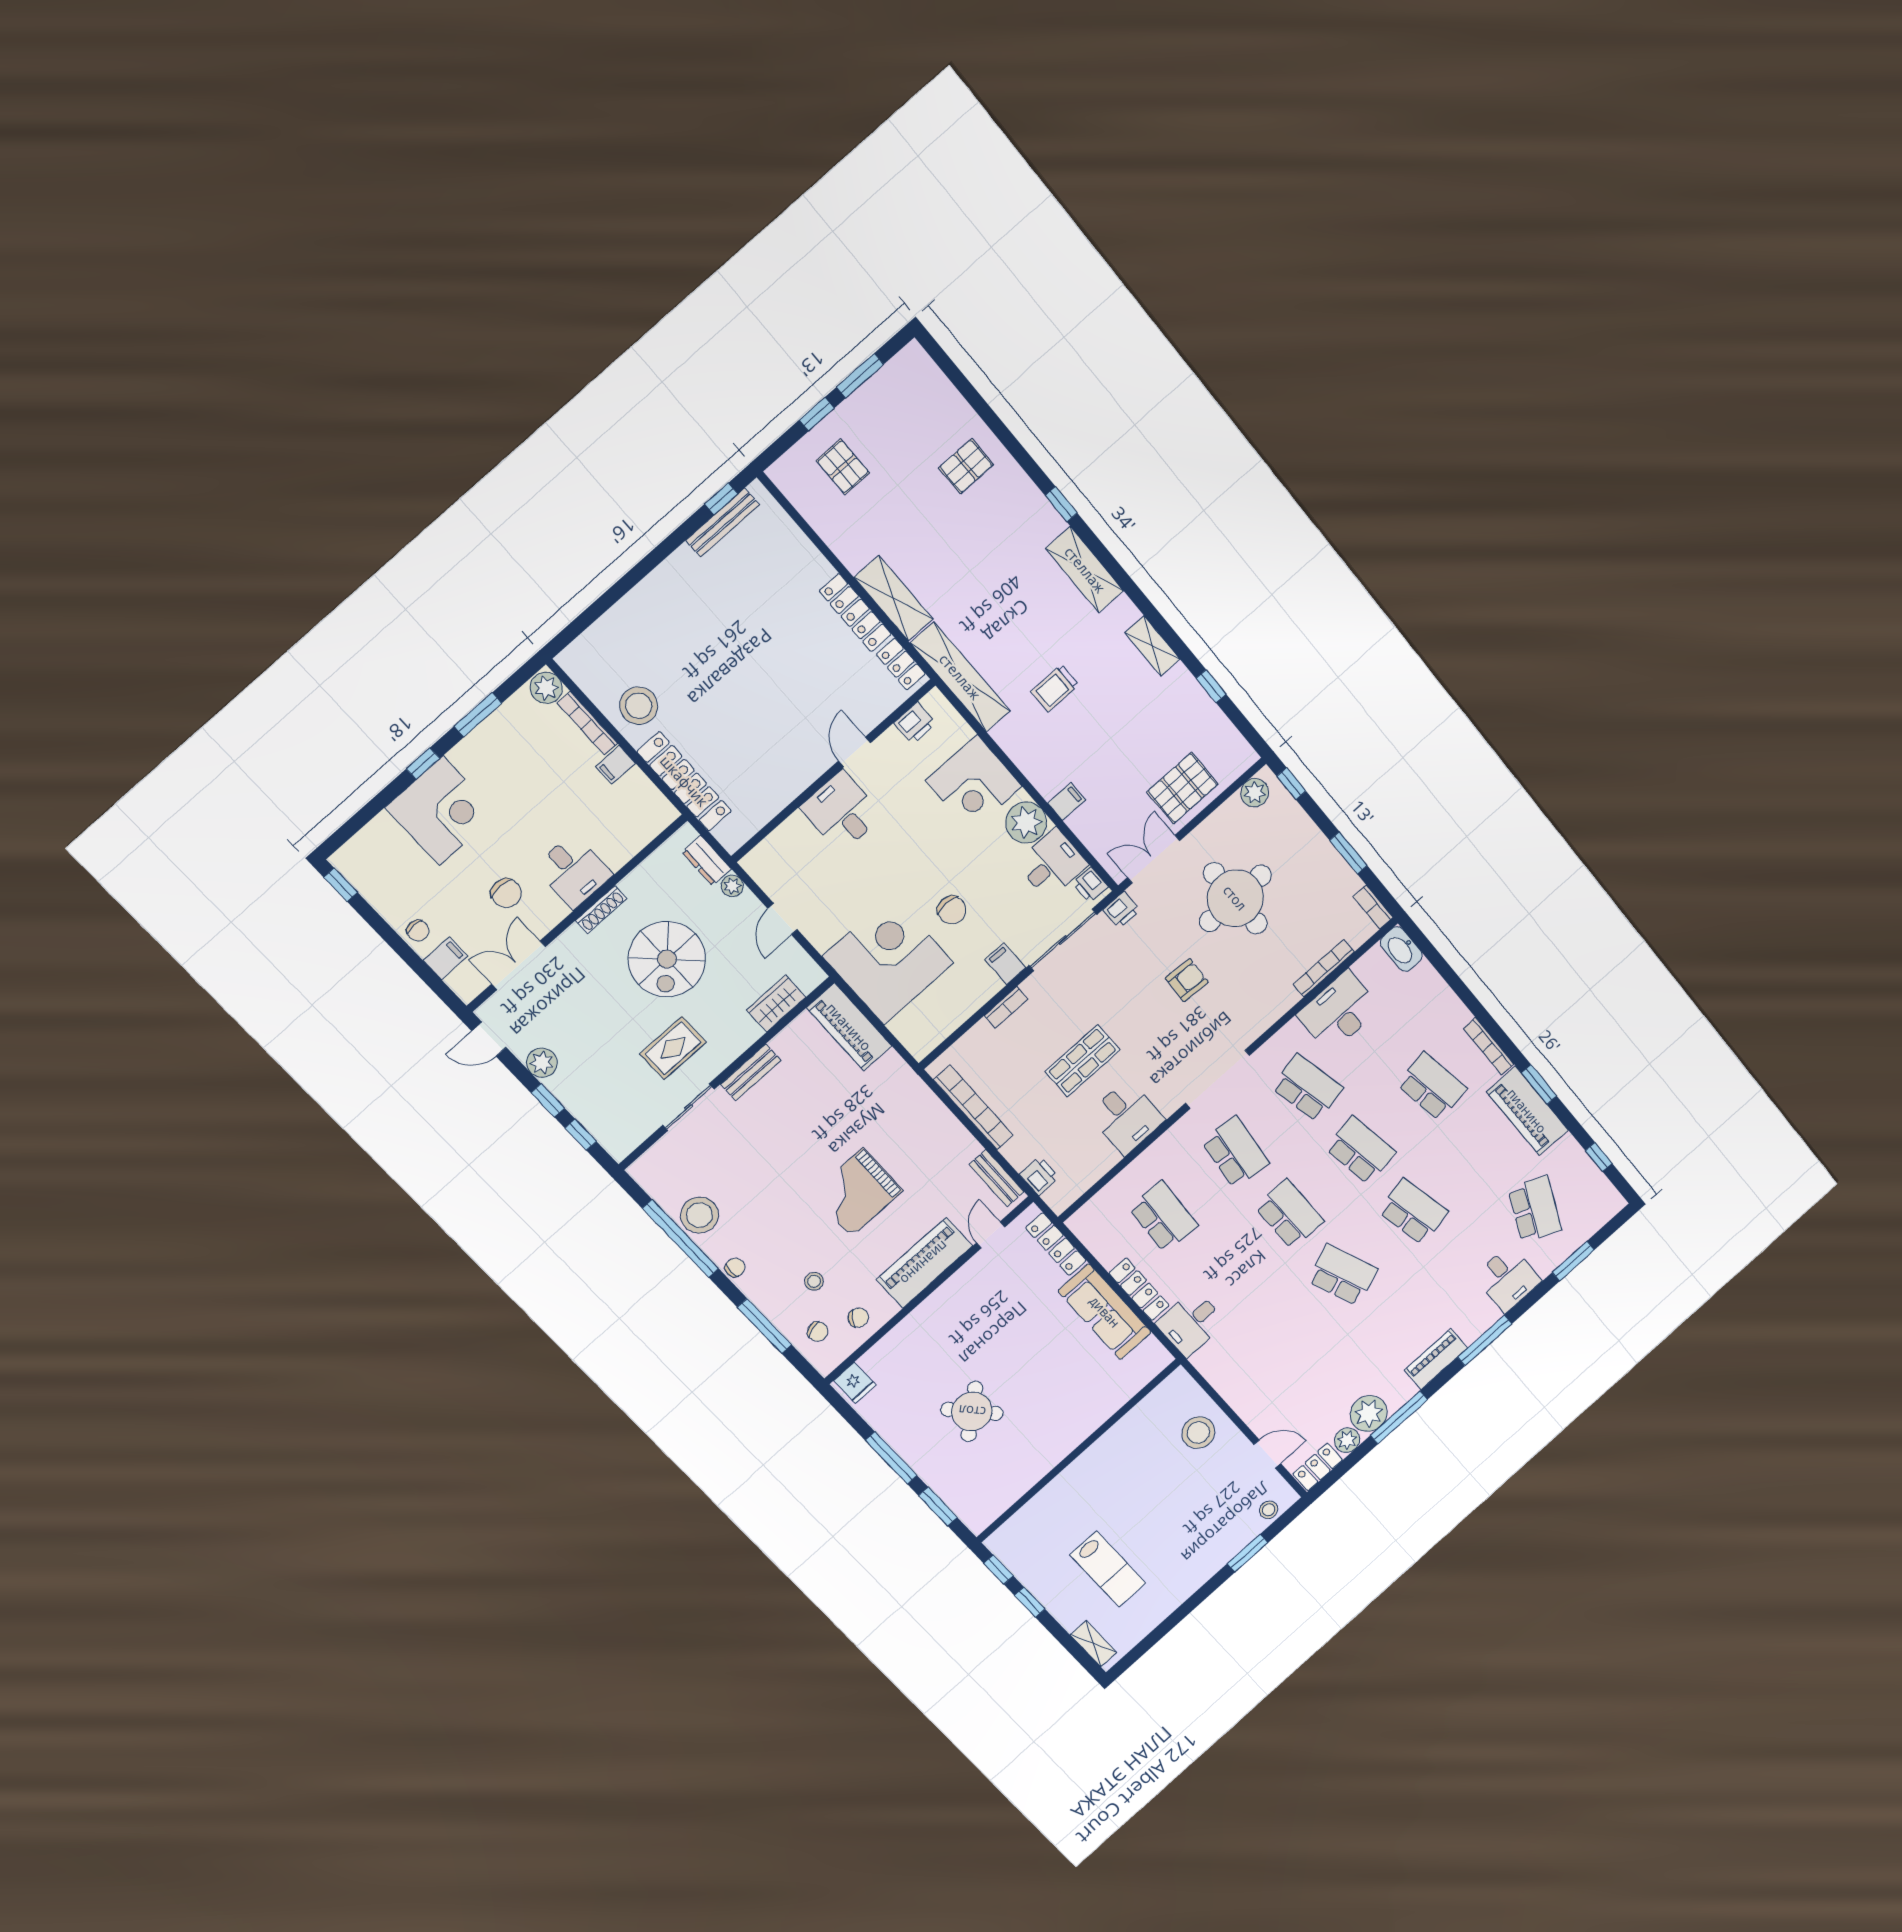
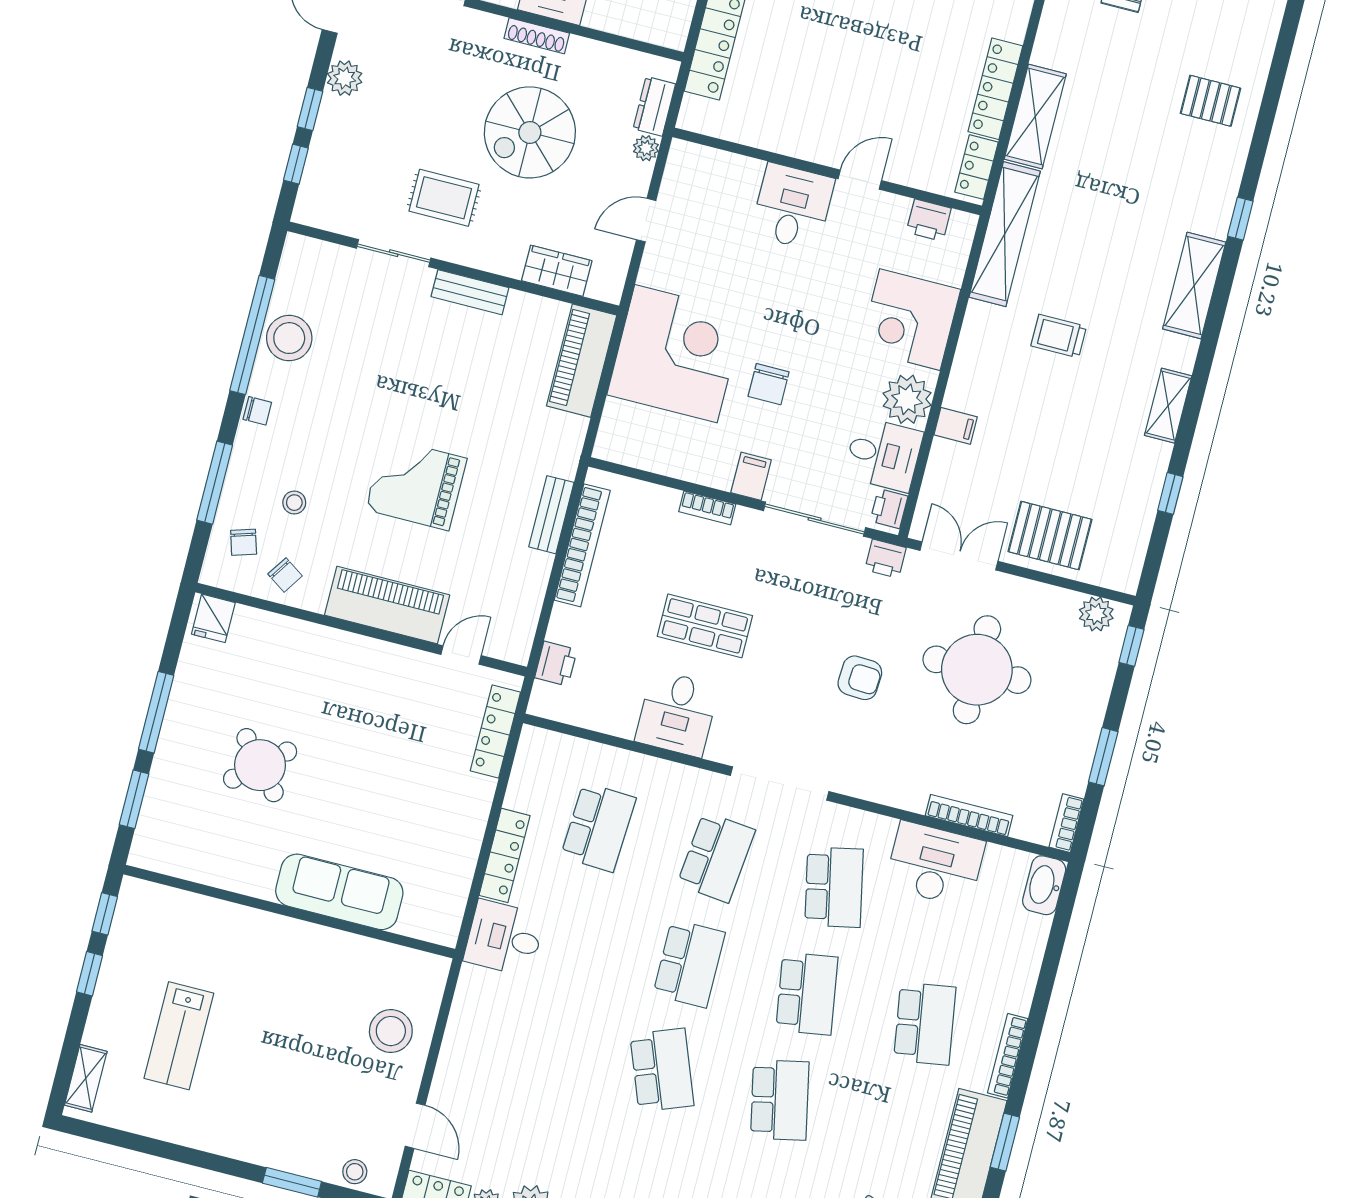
bench: (997, 1178) -> (551, 515), moved
sofa: (1105, 1312) -> (339, 892), moved, turned 90

